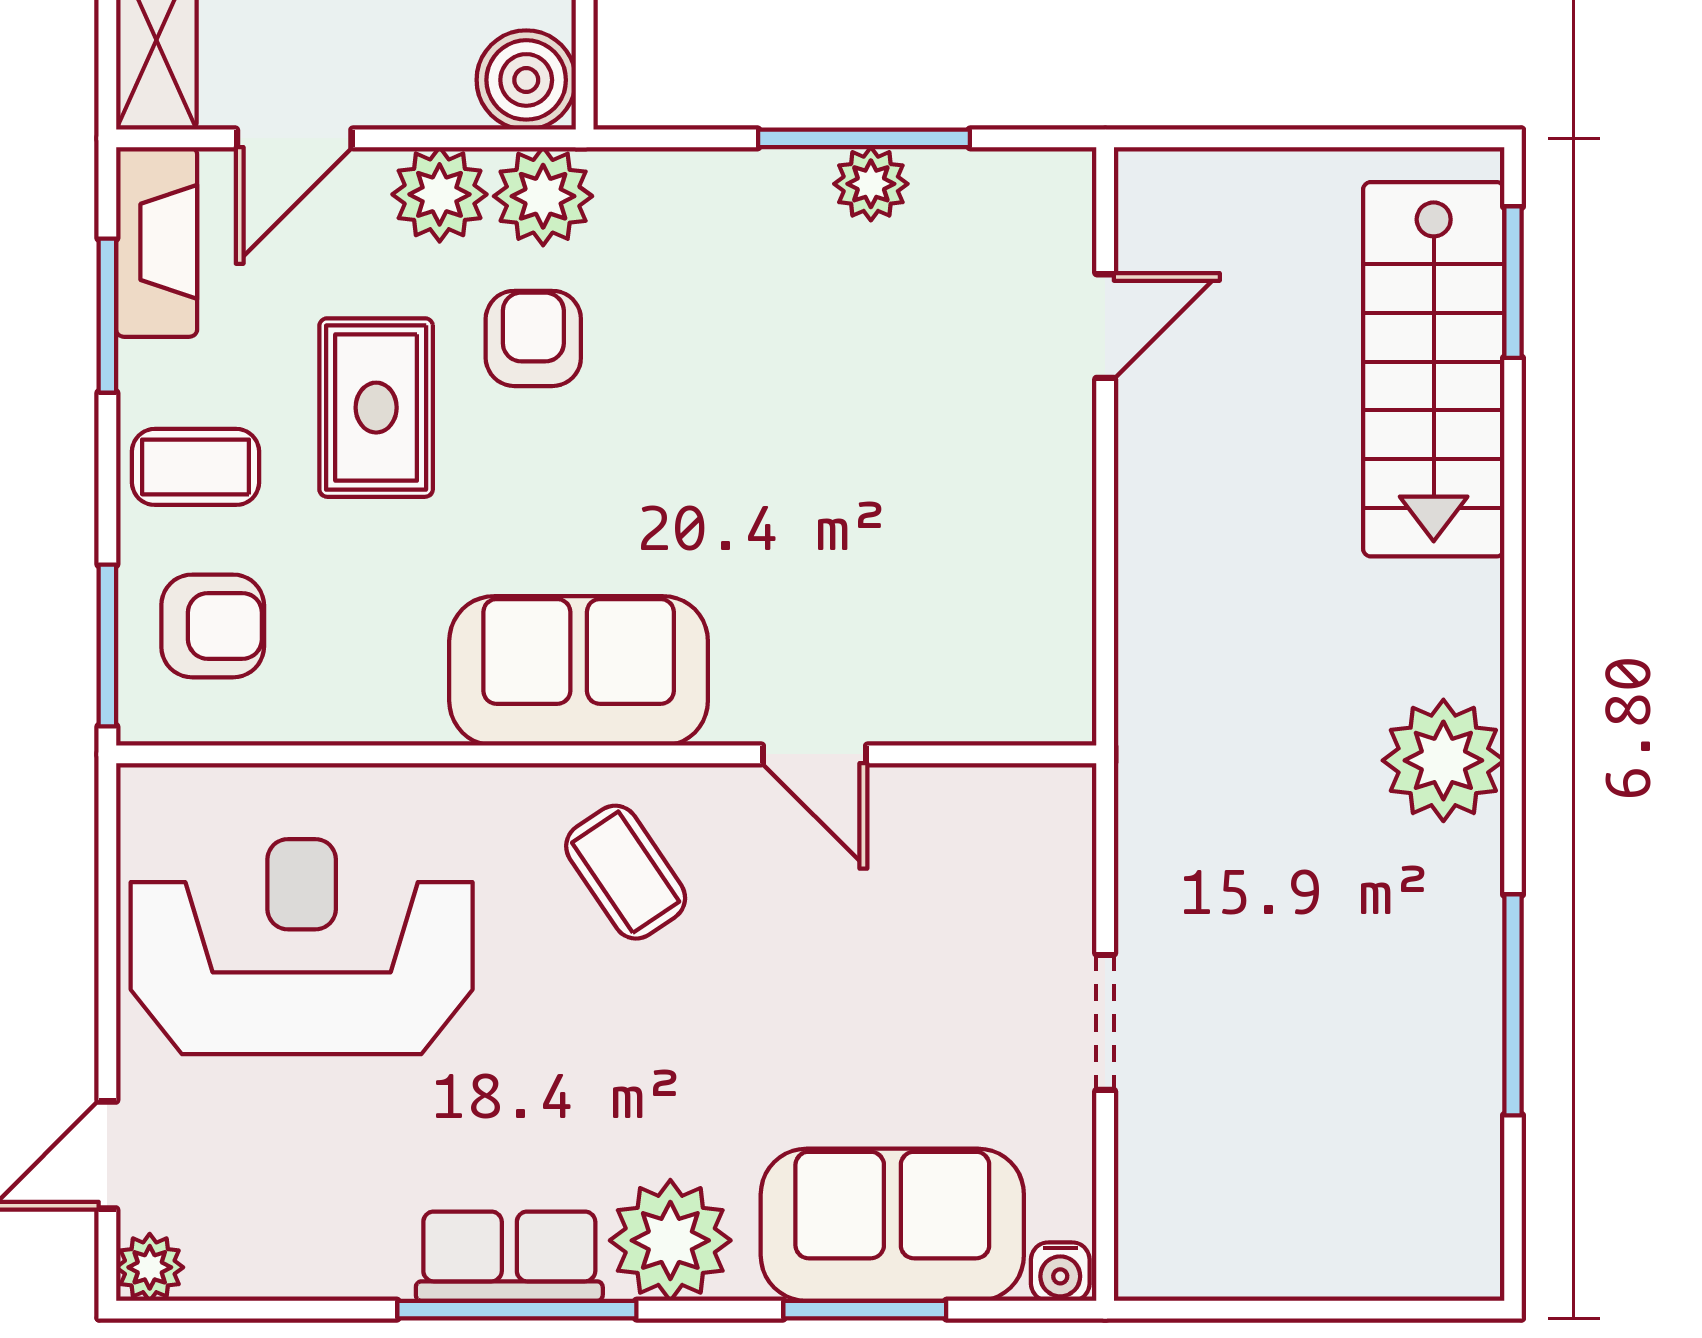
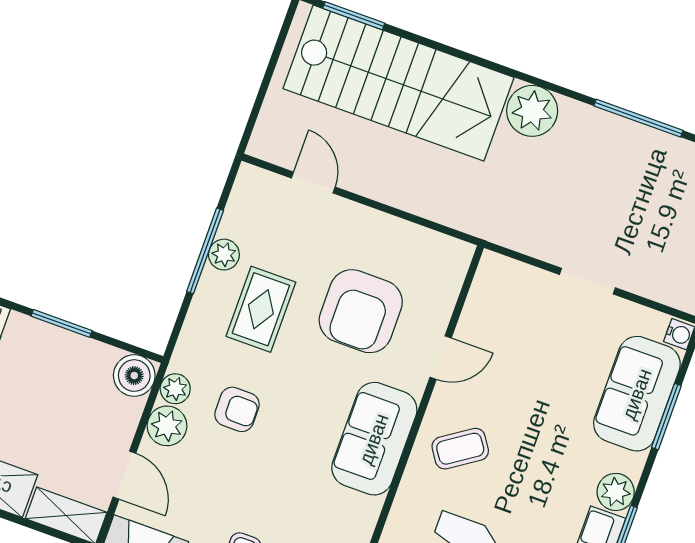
plant: (543, 196) -> (175, 389), width x0.73, depth x0.73
armchair: (533, 338) -> (237, 409), turned 180
stairs: (1434, 369) -> (398, 83), width x1.36, depth x1.51
rug: (376, 408) -> (261, 309), moved, turned 90
armchair: (854, 537) -> (361, 311), added
plant: (670, 1240) -> (616, 492), width x0.73, depth x0.73

